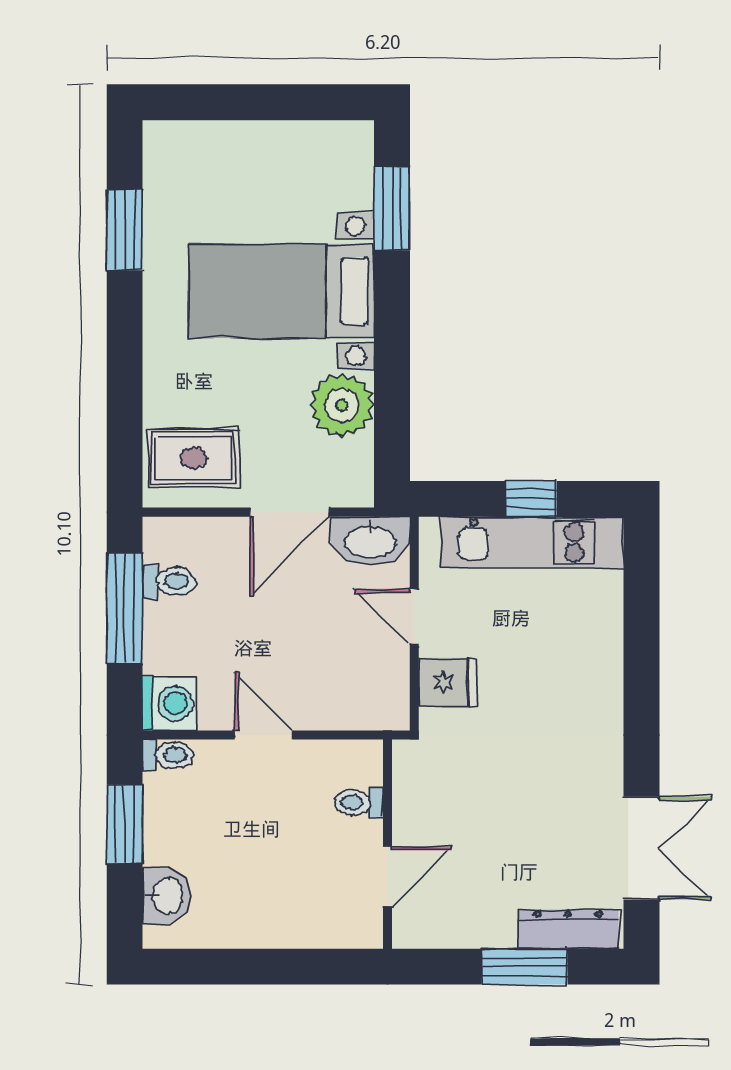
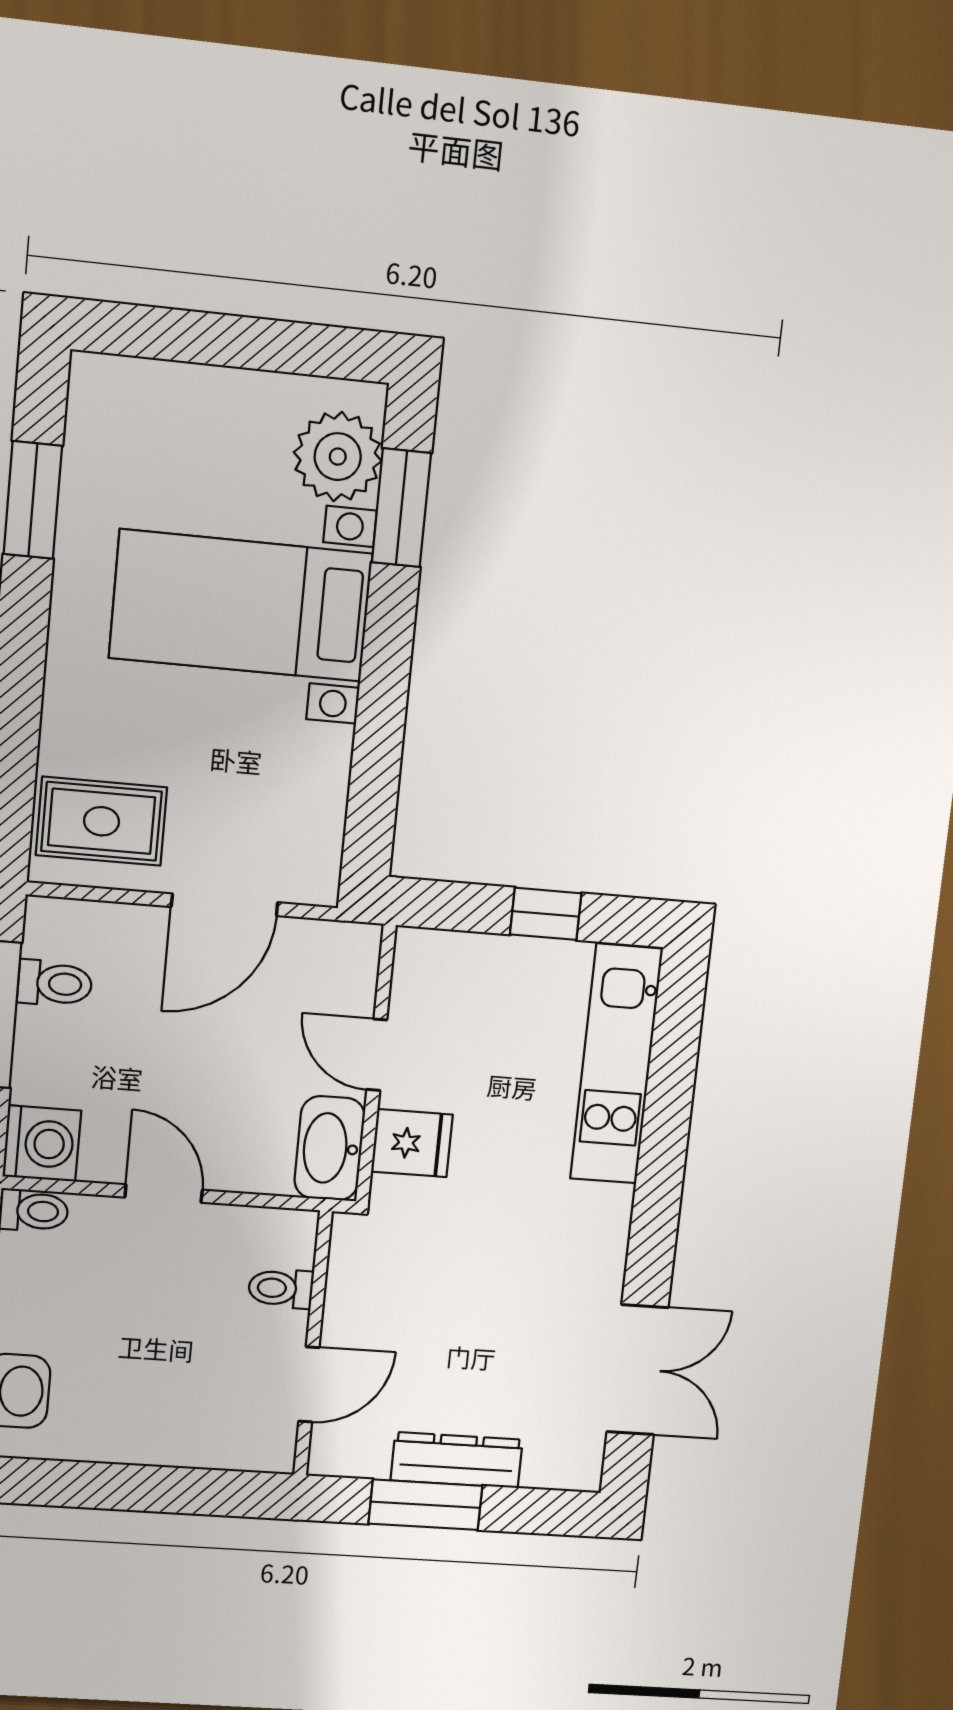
plant: (342, 405) -> (338, 457), moved
washbasin: (370, 541) -> (330, 1148), moved, turned 90
kitchen unit: (532, 542) -> (616, 1064), moved, turned 90
dresser: (568, 929) -> (457, 1460), moved
window: (524, 967) -> (425, 1505), moved

